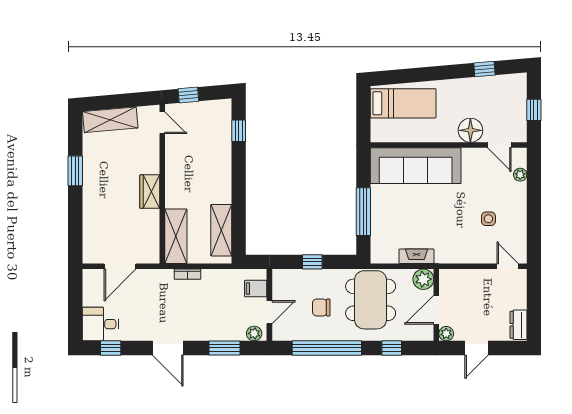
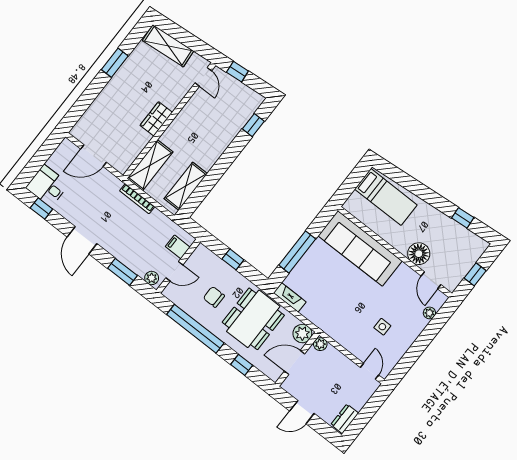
fireplace: (416, 256) -> (290, 297), moved
bookcase: (188, 274) -> (137, 199), width x1.56
plant: (446, 334) -> (320, 344), moved

